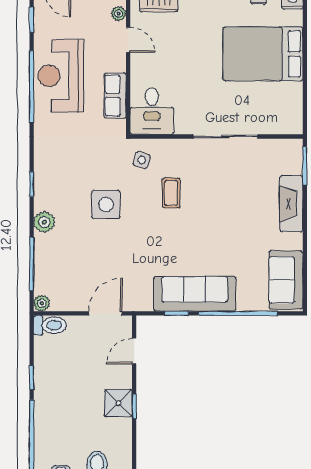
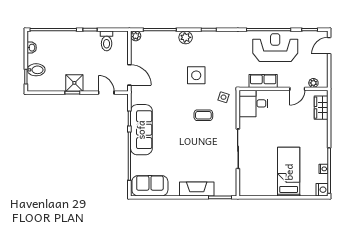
bed: (263, 54) -> (289, 172), width x0.67
toilet: (50, 325) -> (107, 41), moved

